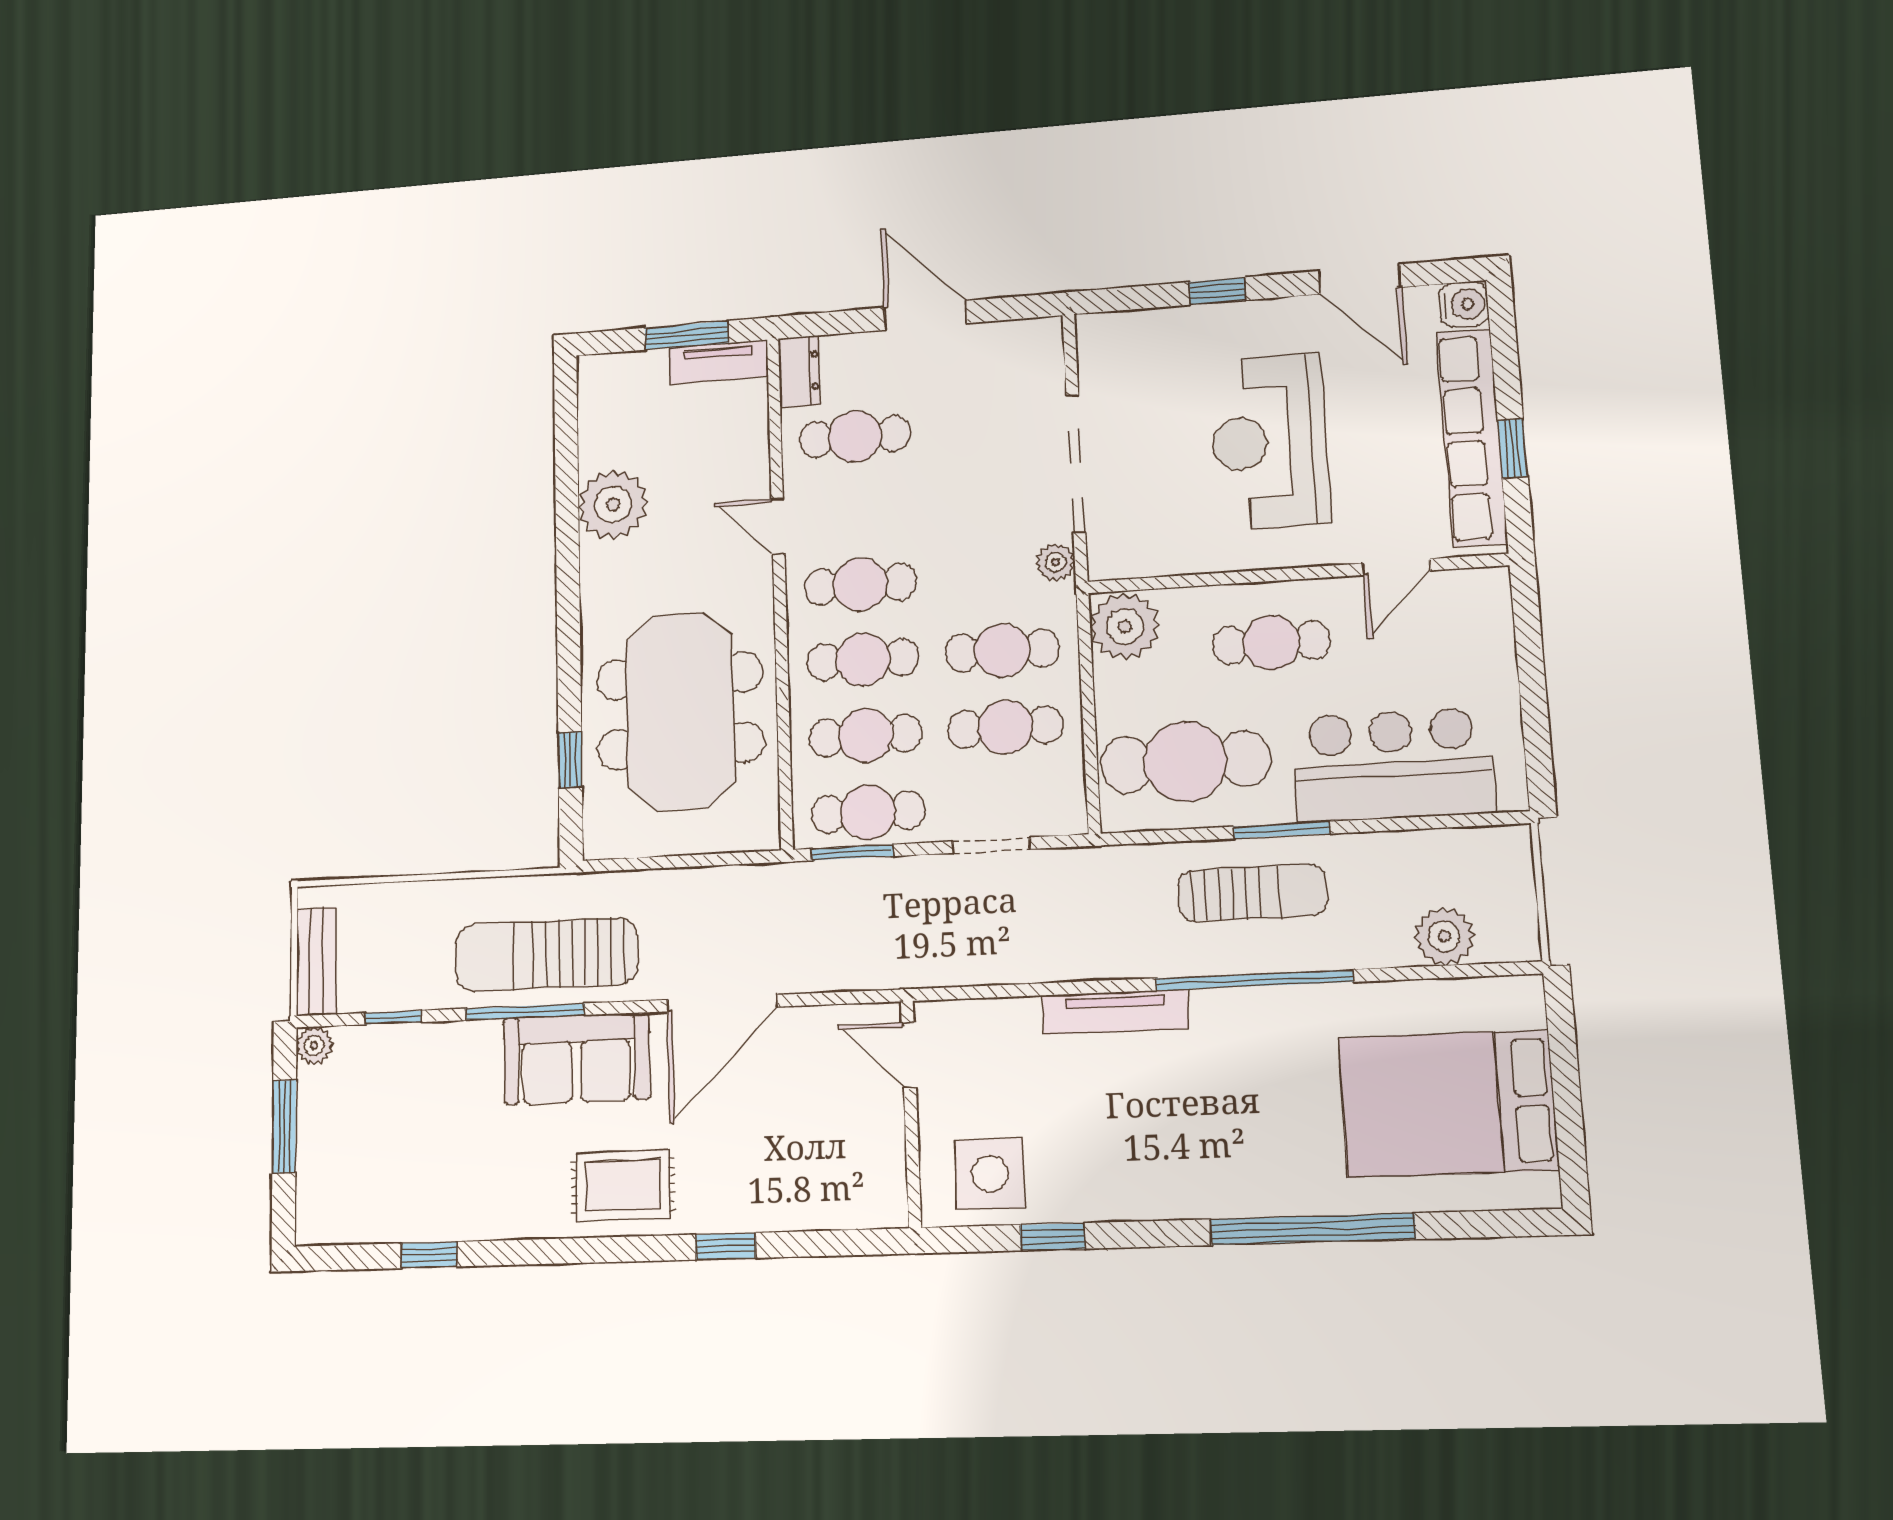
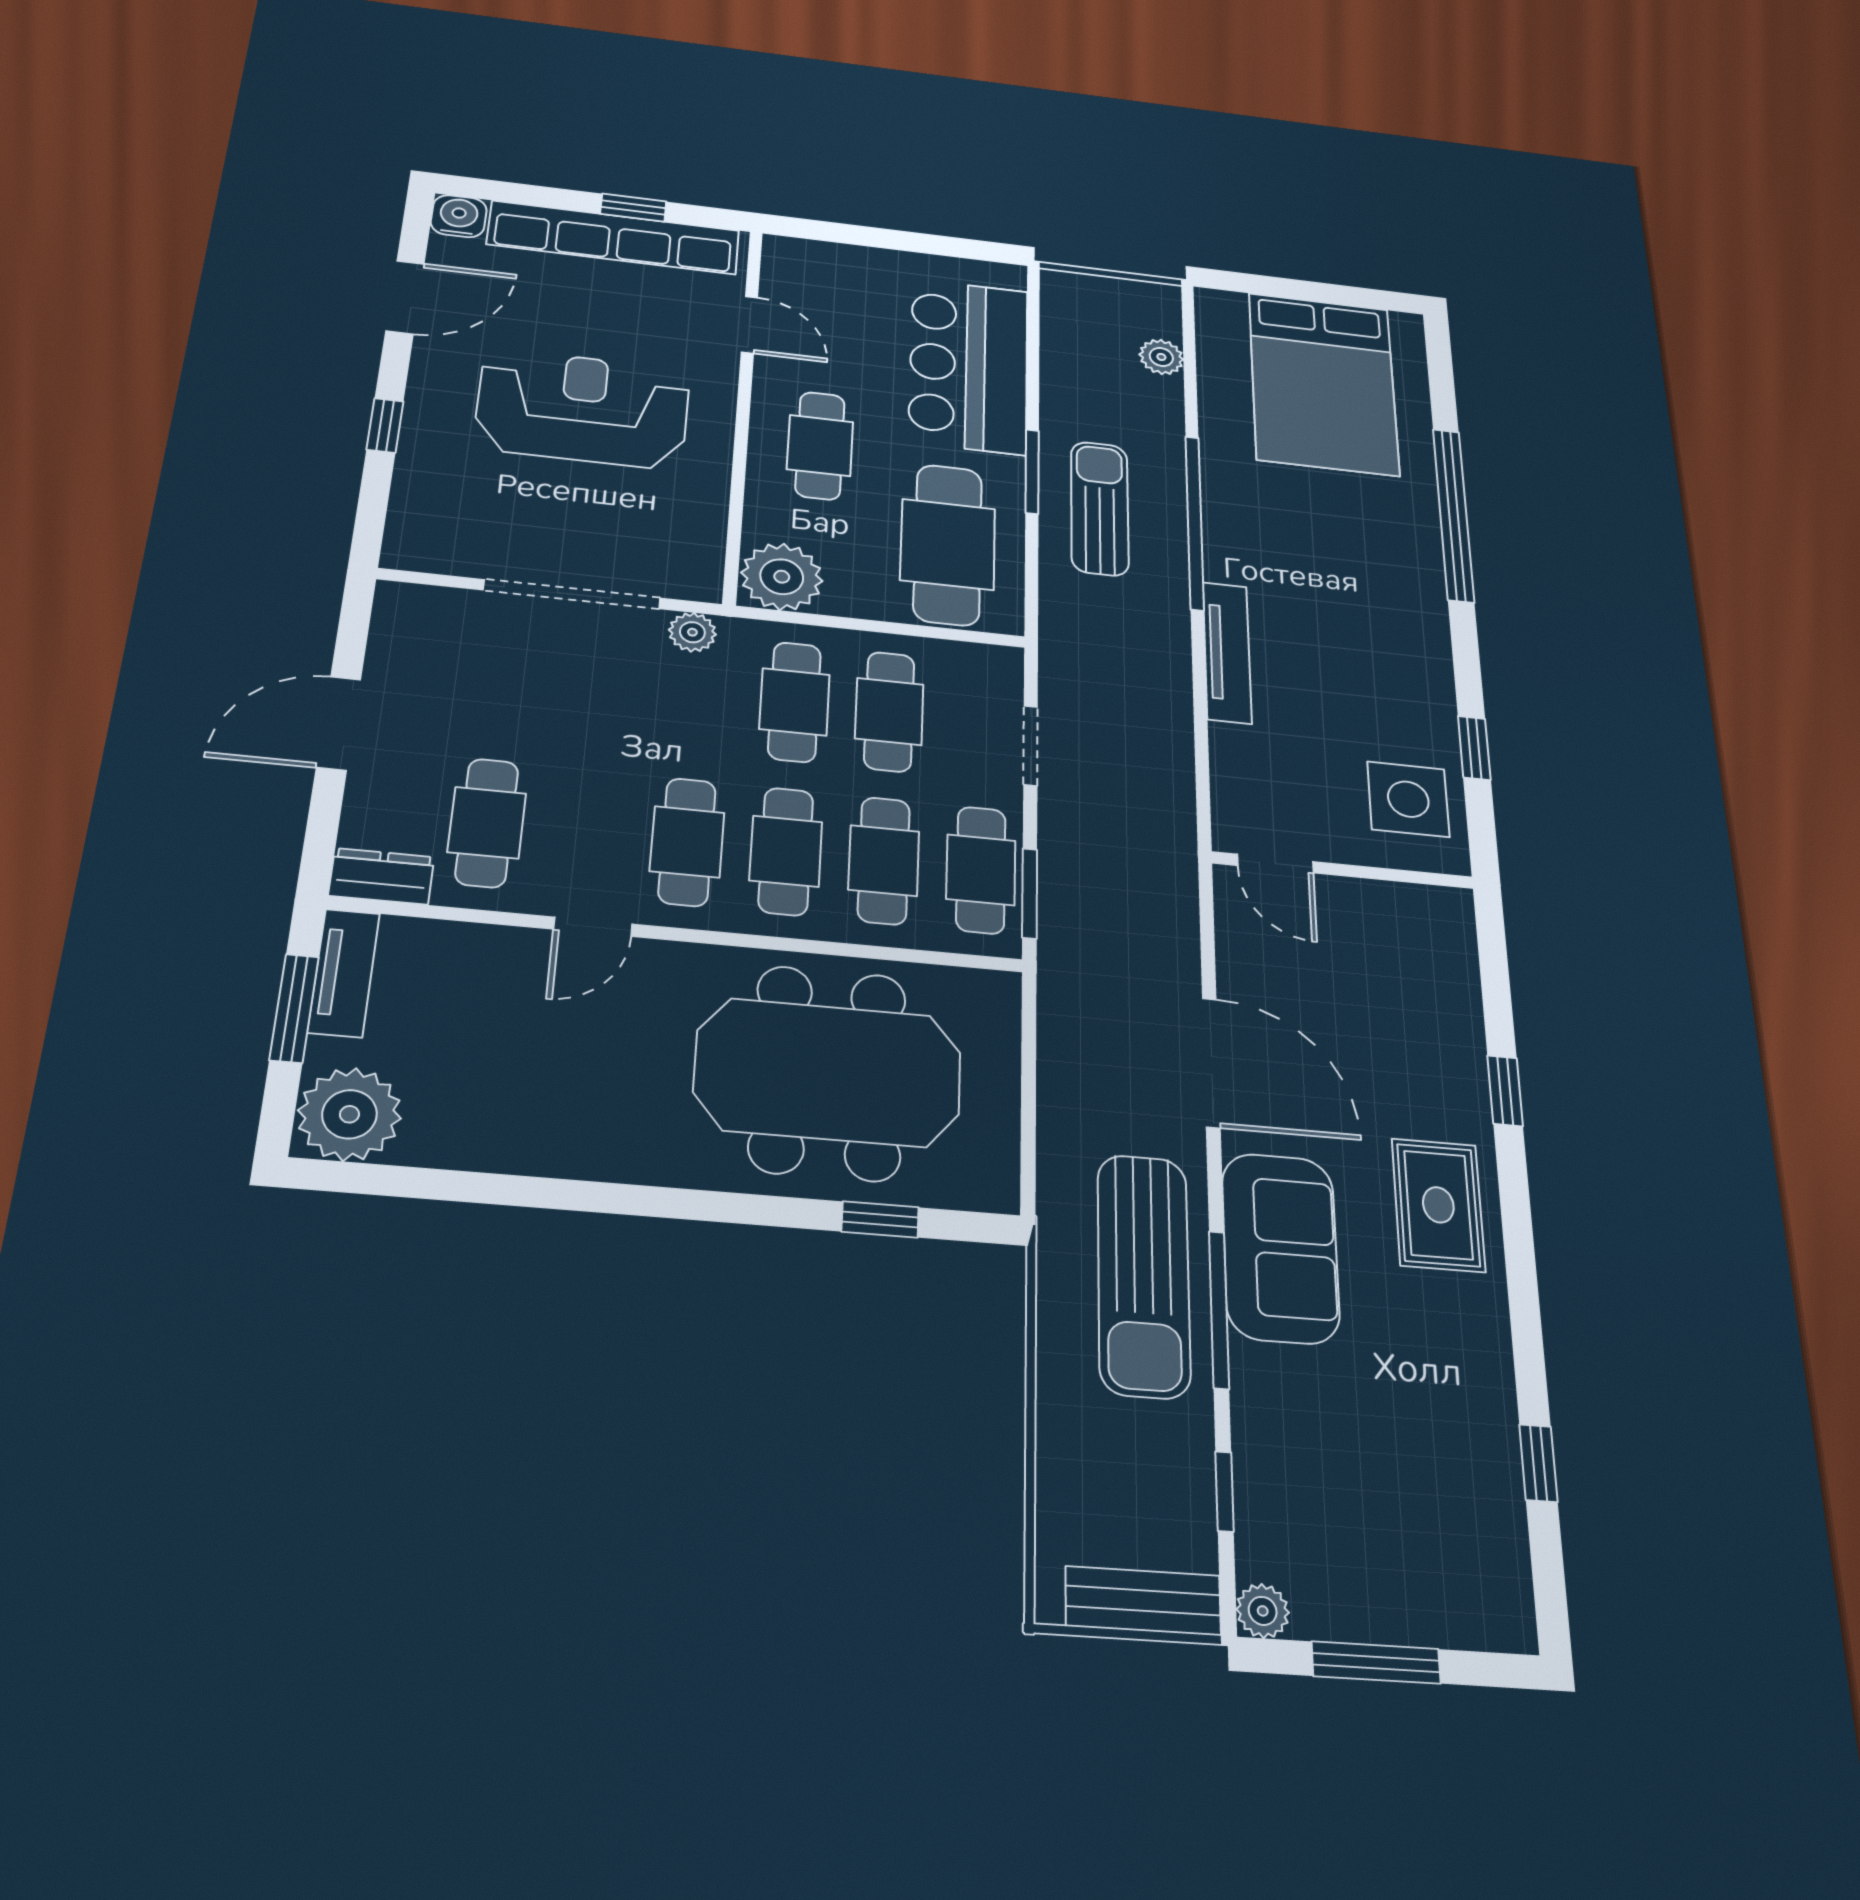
reception desk: (1269, 442) -> (583, 409), turned 180
plant: (613, 504) -> (349, 1114), moved
plant: (1444, 936) -> (1161, 357), width x0.73, depth x0.73
door: (909, 1055) -> (1275, 864), hinge flipped

